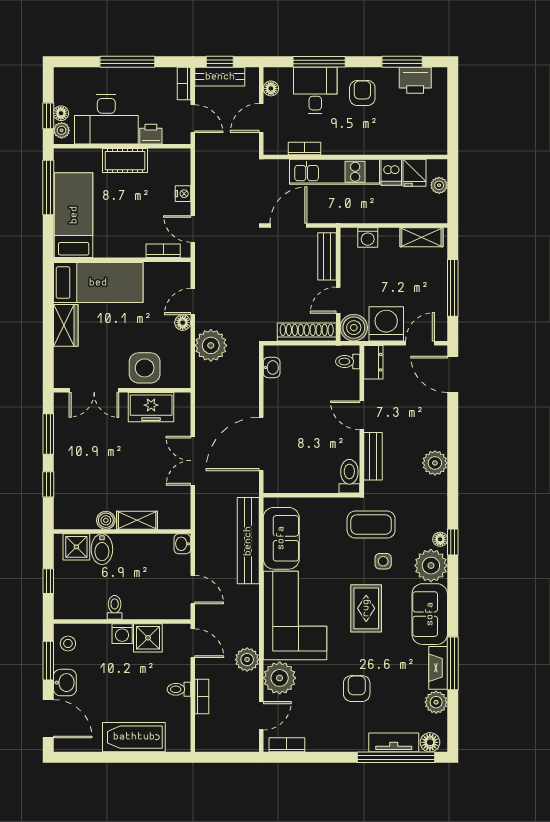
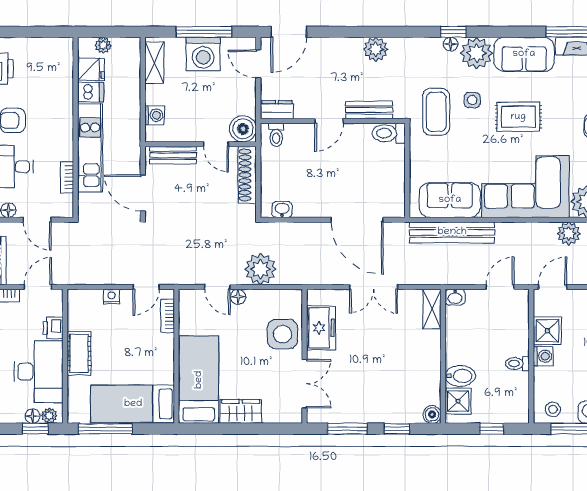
washing machine: (386, 324) -> (203, 54), moved, turned -90
boiler: (106, 520) -> (432, 415), moved
shelving: (137, 520) -> (432, 309), moved

